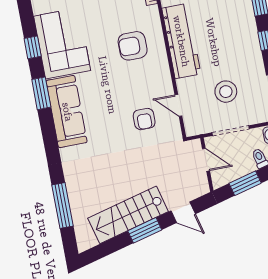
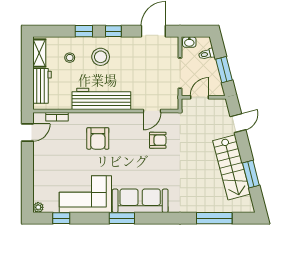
window: (33, 47) -> (61, 218), moved
stool: (226, 92) -> (101, 57), moved
window: (145, 230) -> (251, 174), moved

